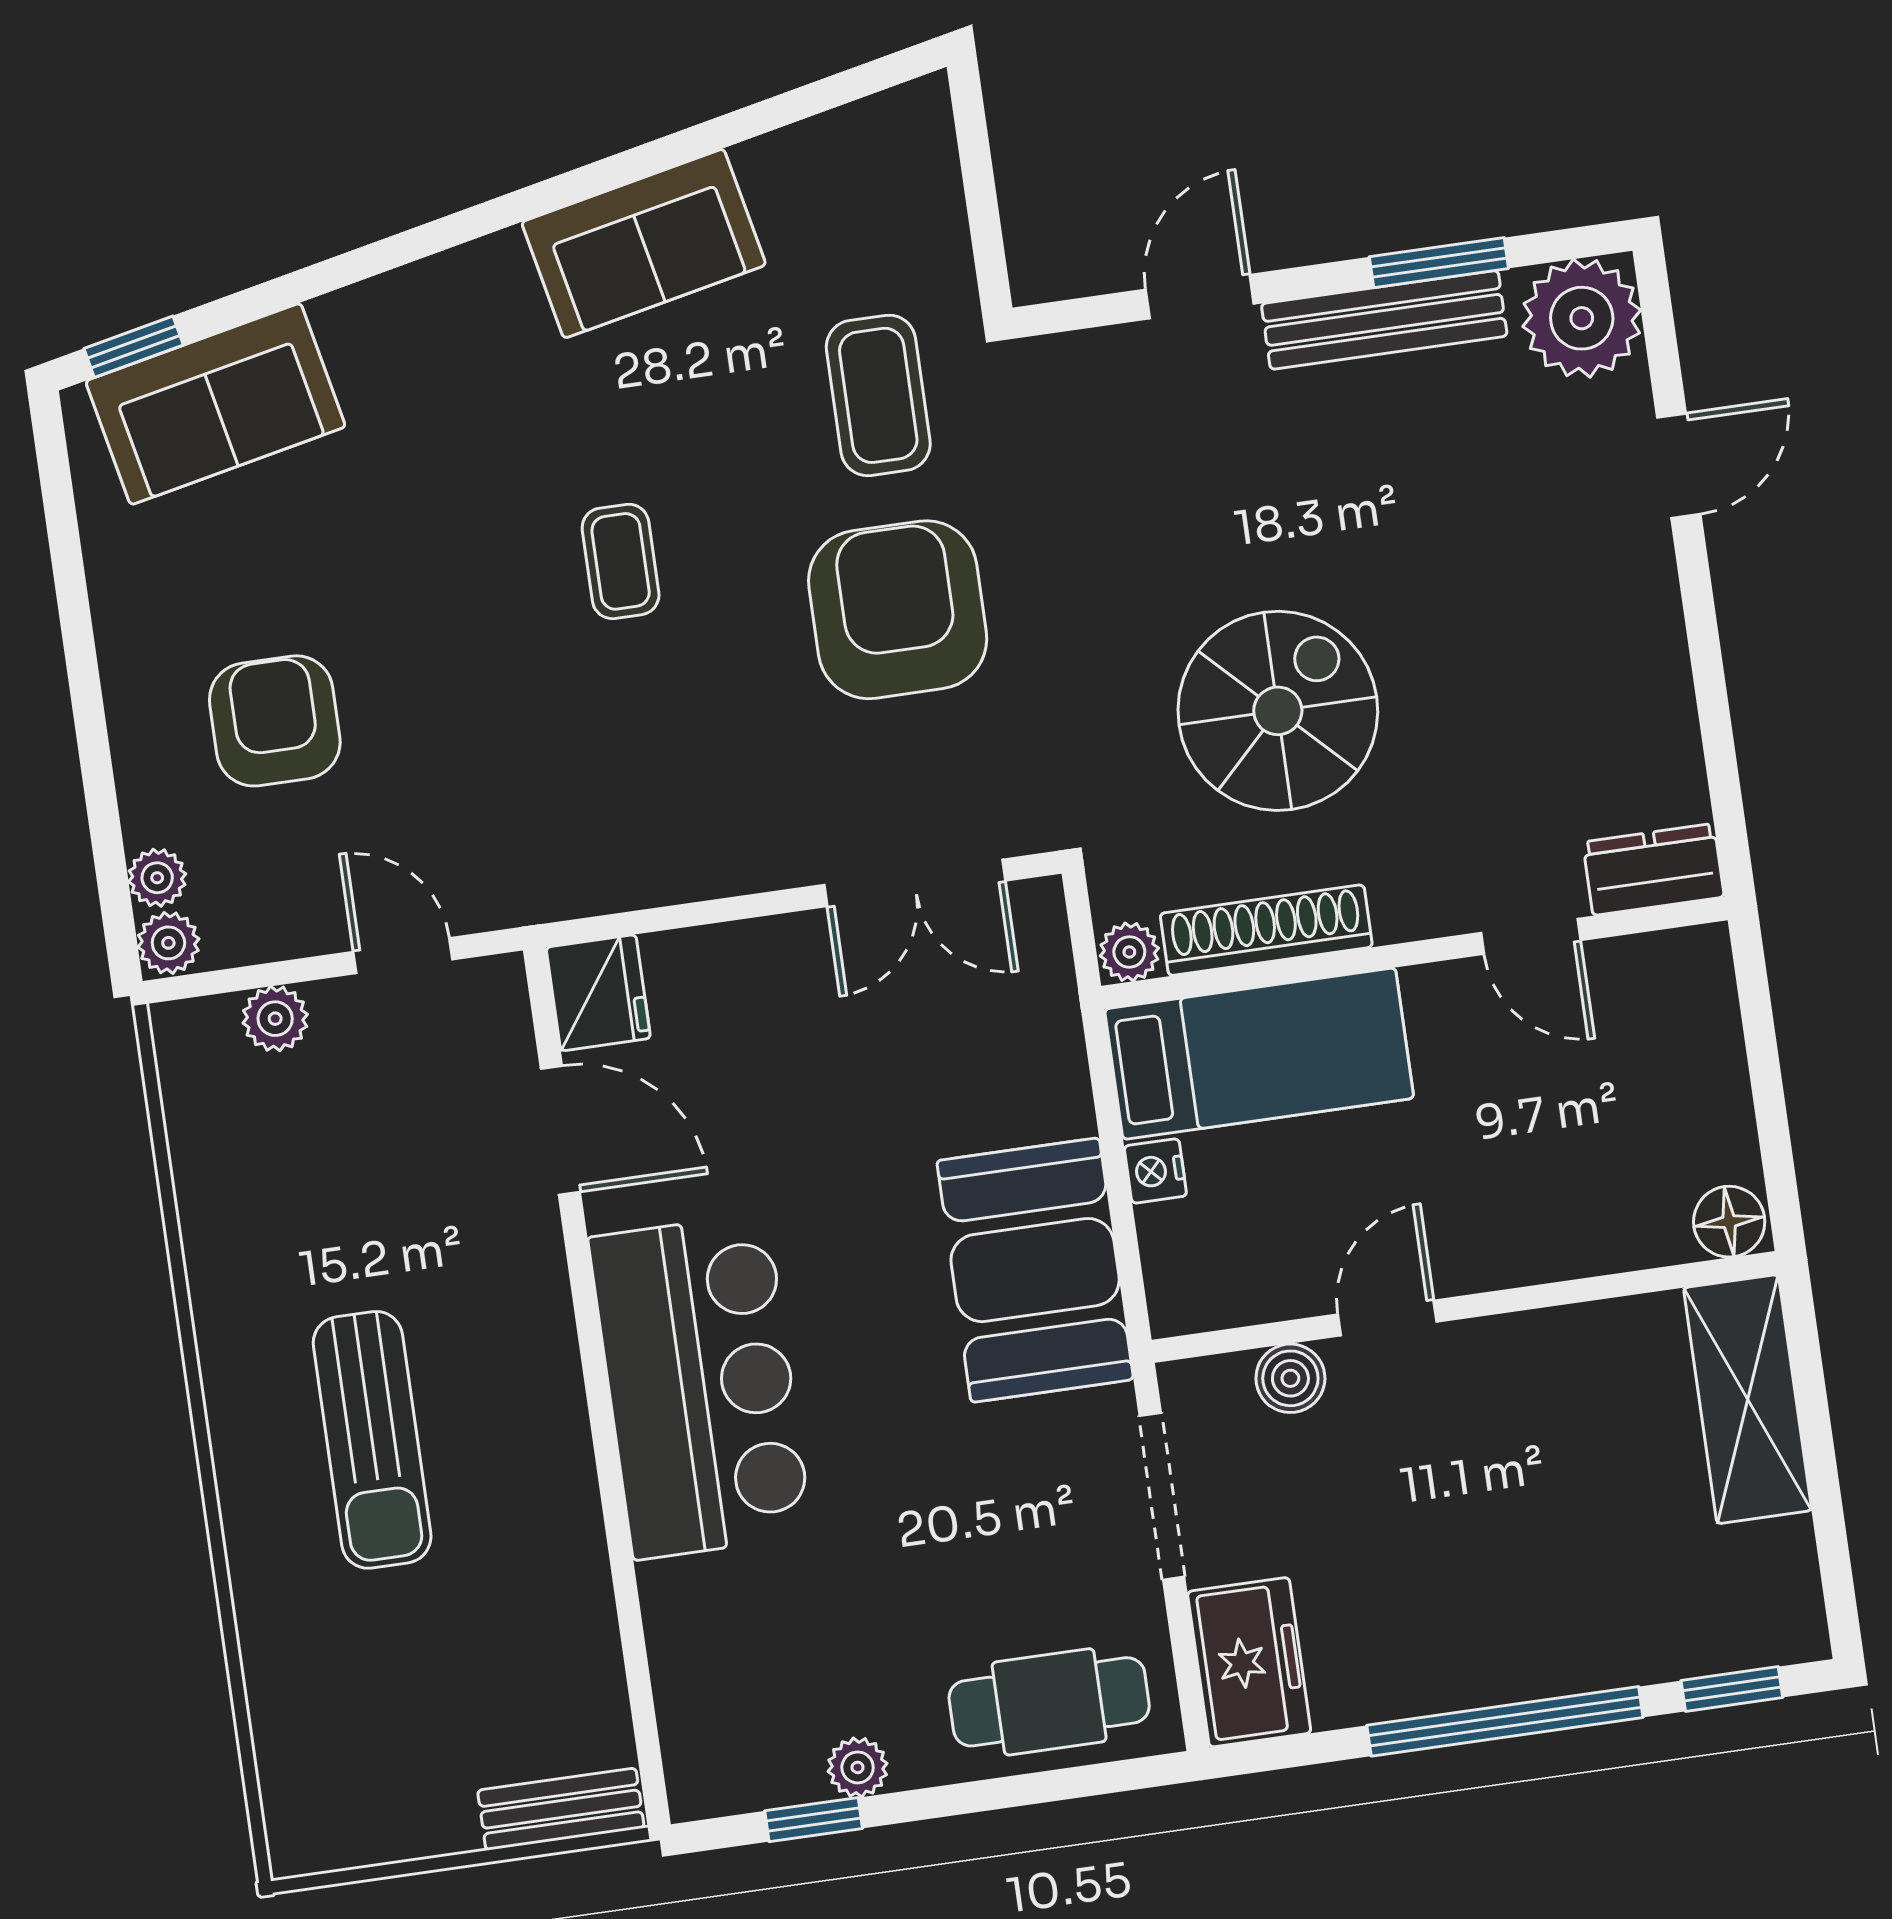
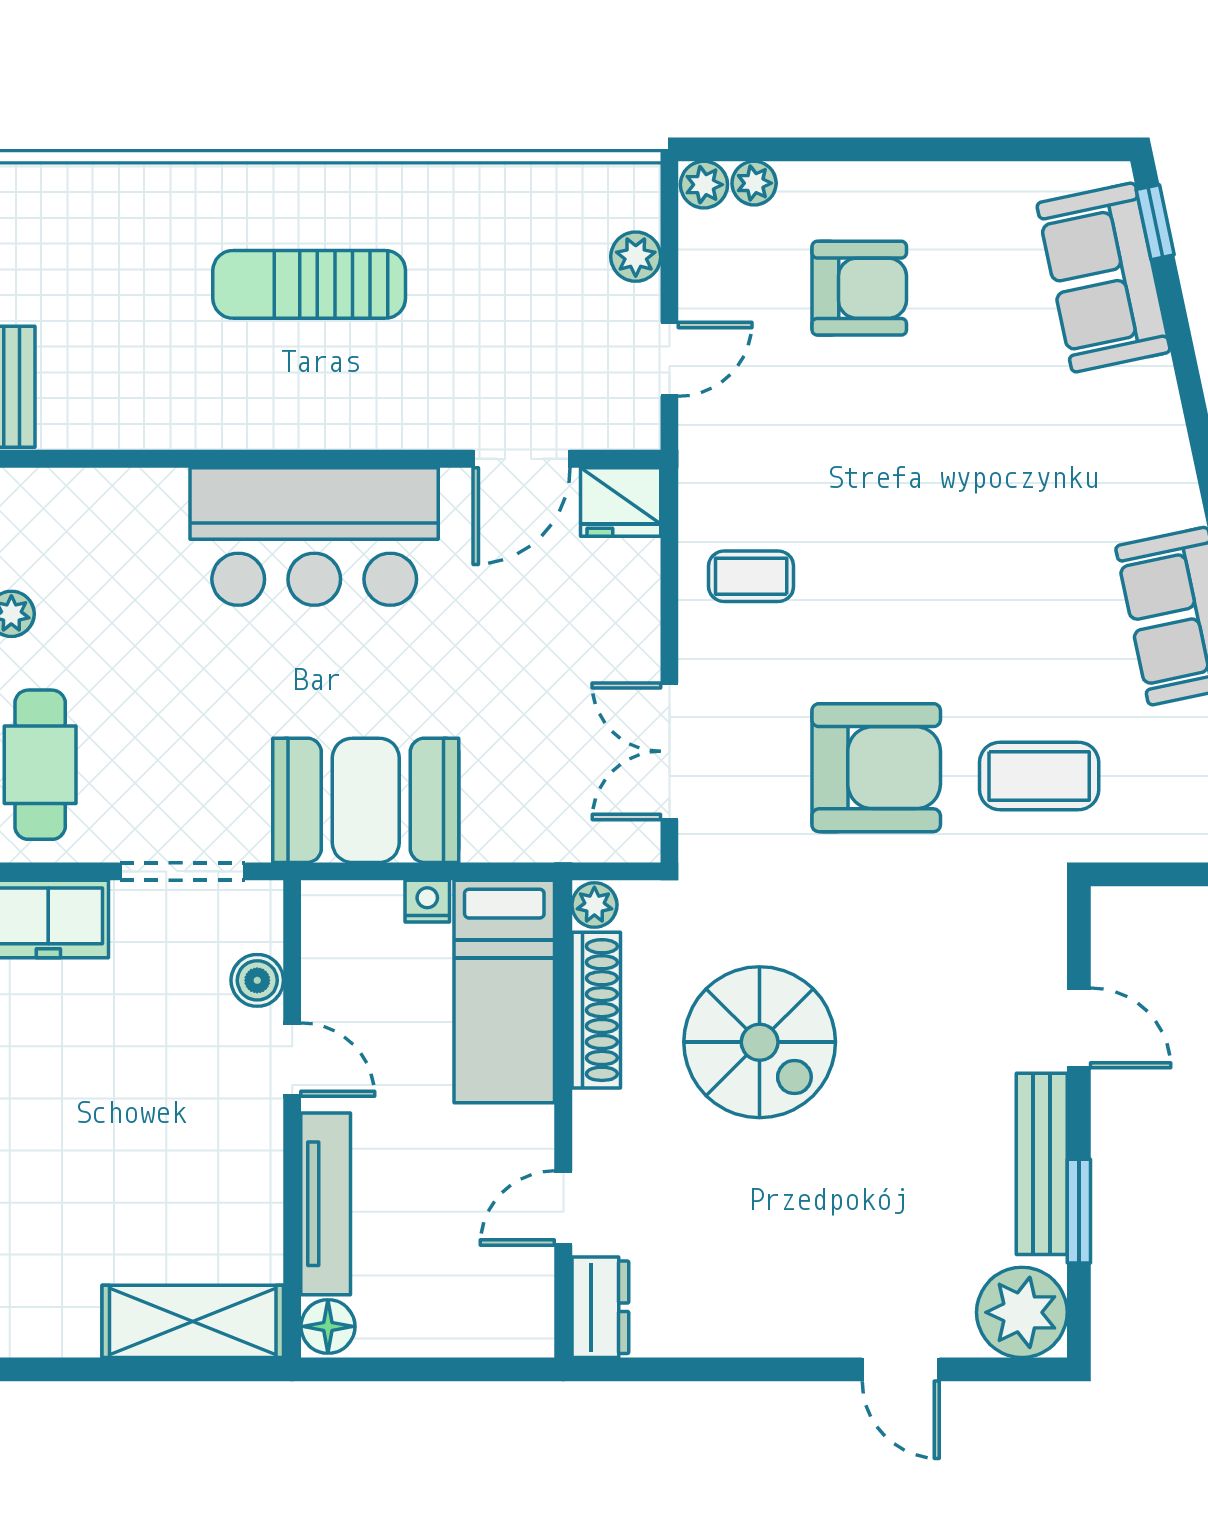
coffee table: (621, 561) -> (751, 576), moved
tv unit: (1569, 1247) -> (326, 1204), added

